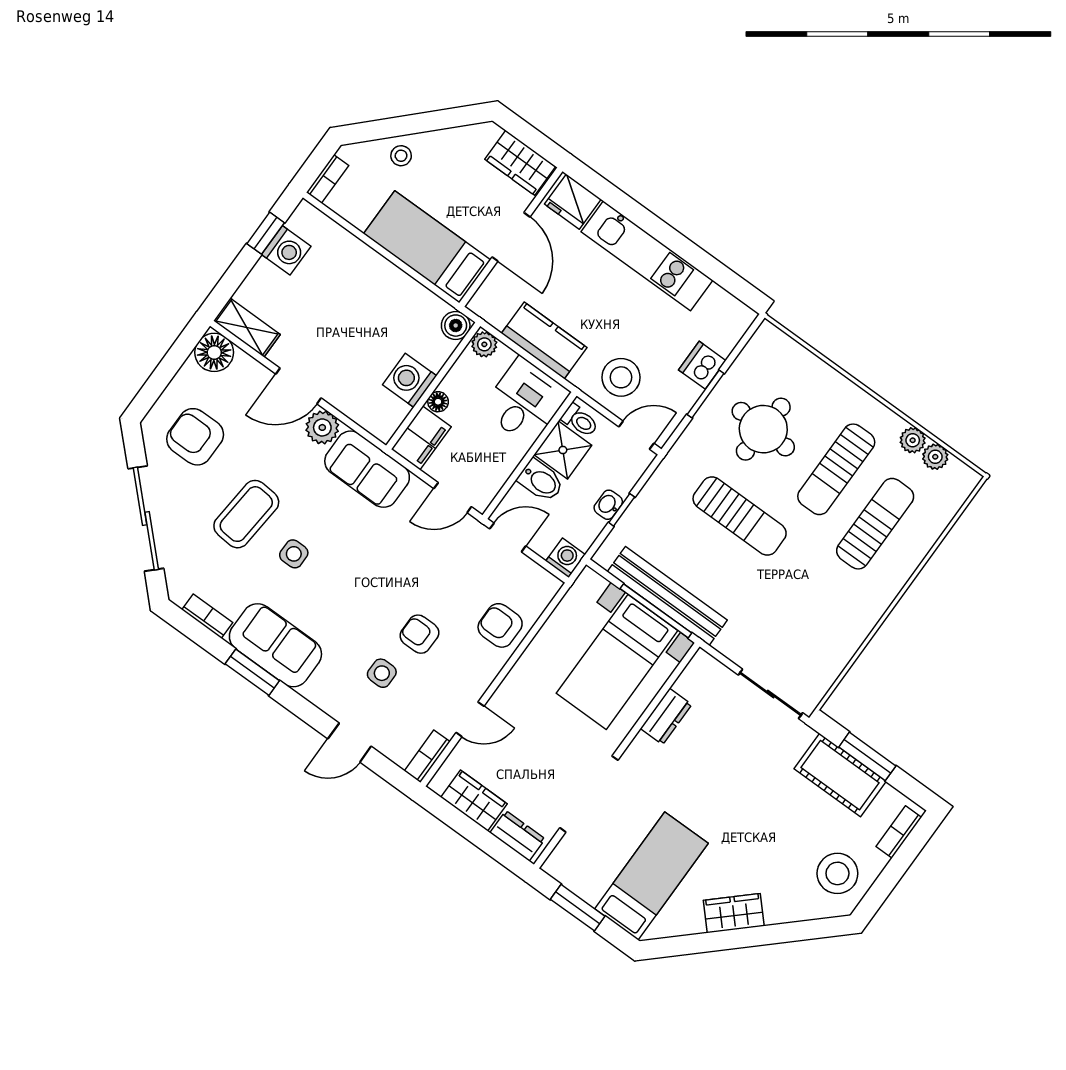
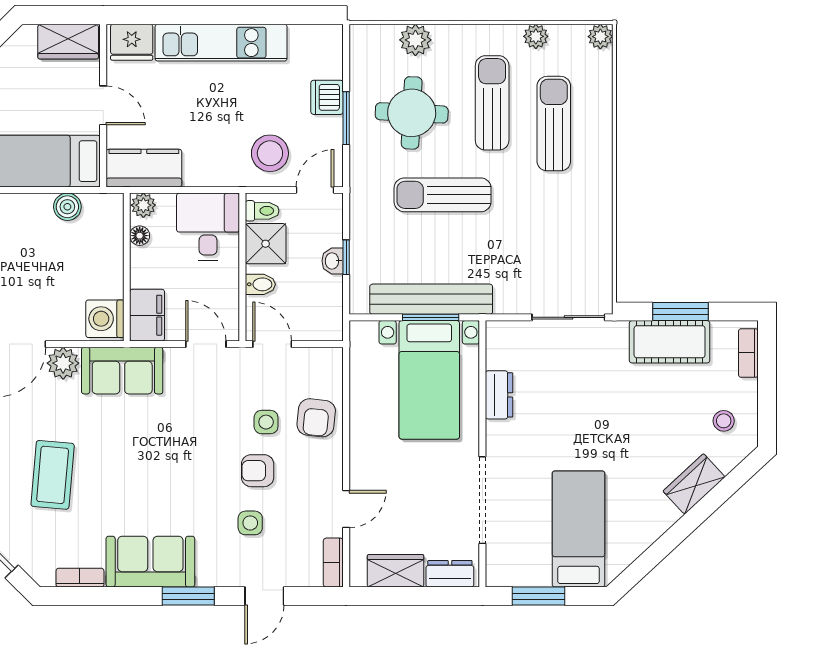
door: (511, 237) -> (103, 105), width x0.73
boiler: (456, 326) -> (67, 207), moved
kitchen counter: (544, 341) -> (144, 168), moved
plant: (810, 371) -> (415, 40), added
washing machine: (410, 380) -> (105, 319), moved
floor lamp: (438, 402) -> (140, 236), moved
plant: (935, 457) -> (600, 37), moved
sun lounger: (836, 469) -> (492, 103), turned 180
bidet: (541, 481) -> (260, 284), width x0.72, depth x0.74
door: (453, 498) -> (206, 344), swing flipped
sun lounger: (740, 516) -> (443, 195), turned 180
door: (508, 537) -> (272, 344), hinge flipped
side table: (294, 554) -> (266, 422), moved
washing machine: (565, 558) -> (329, 327), removed
window: (656, 611) -> (431, 317), width x0.69
armchair: (500, 625) -> (316, 418), turned -84
window: (252, 672) -> (188, 596), moved
stool: (837, 873) -> (724, 421), width x0.53, depth x0.53
wardrobe: (734, 913) -> (694, 484), moved

